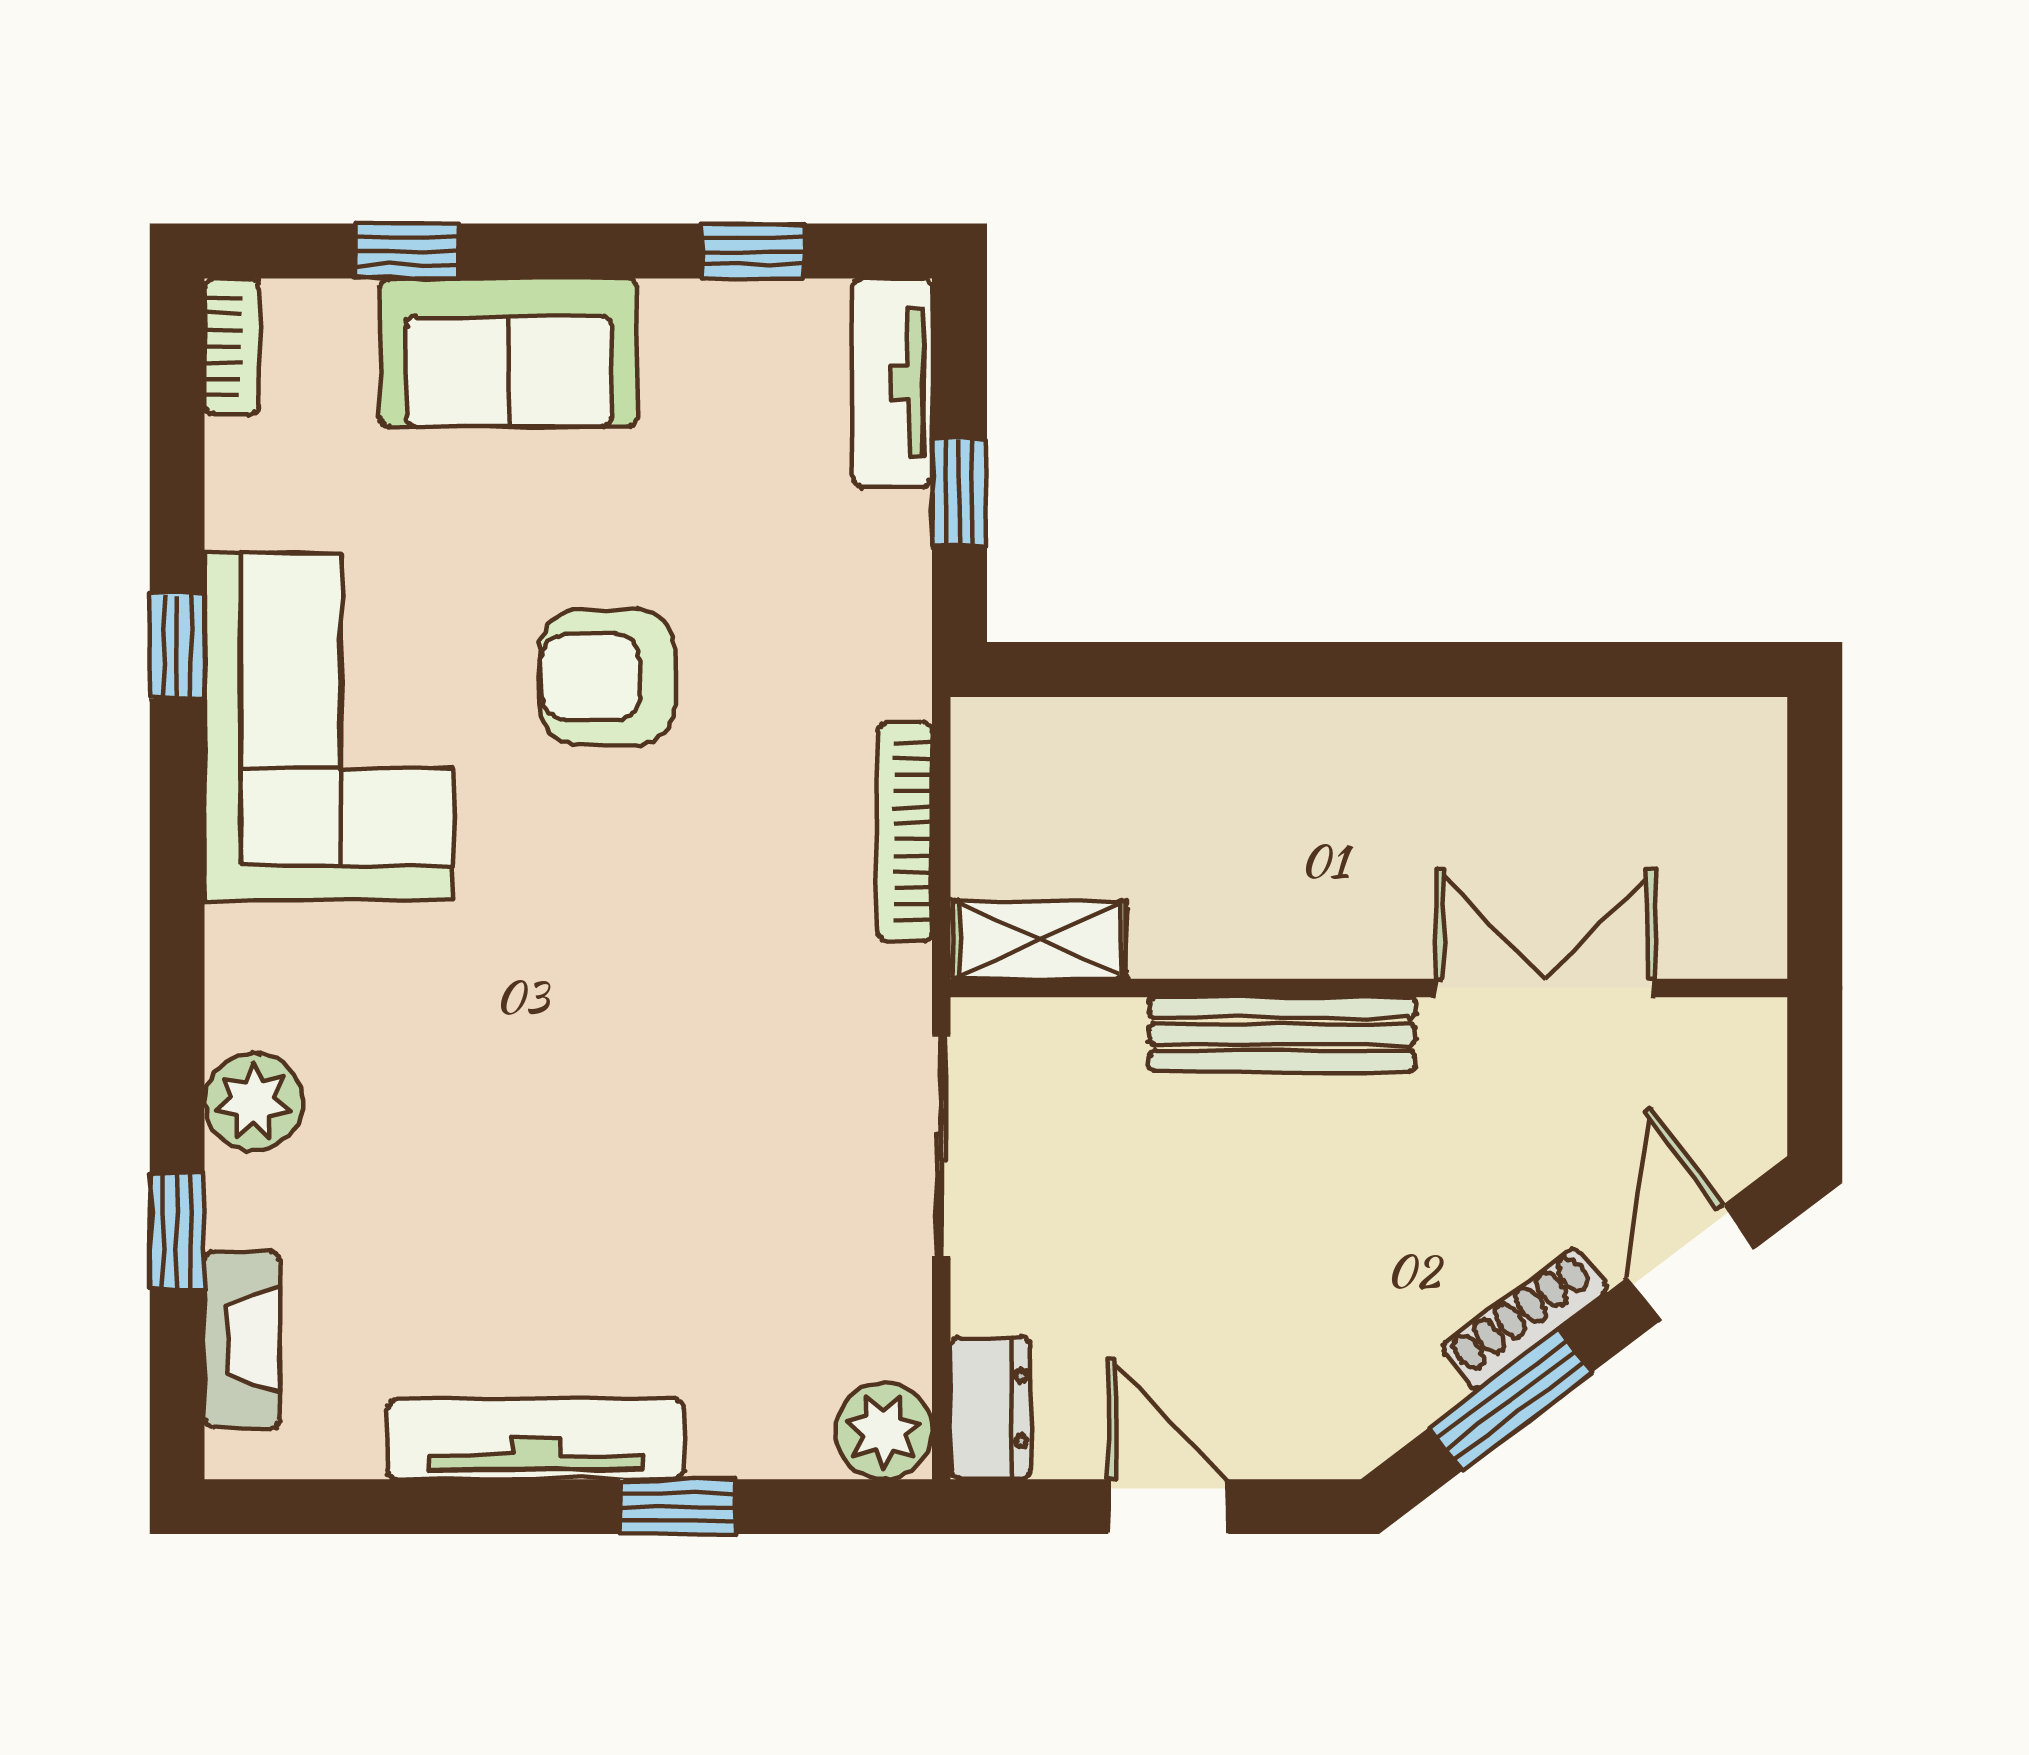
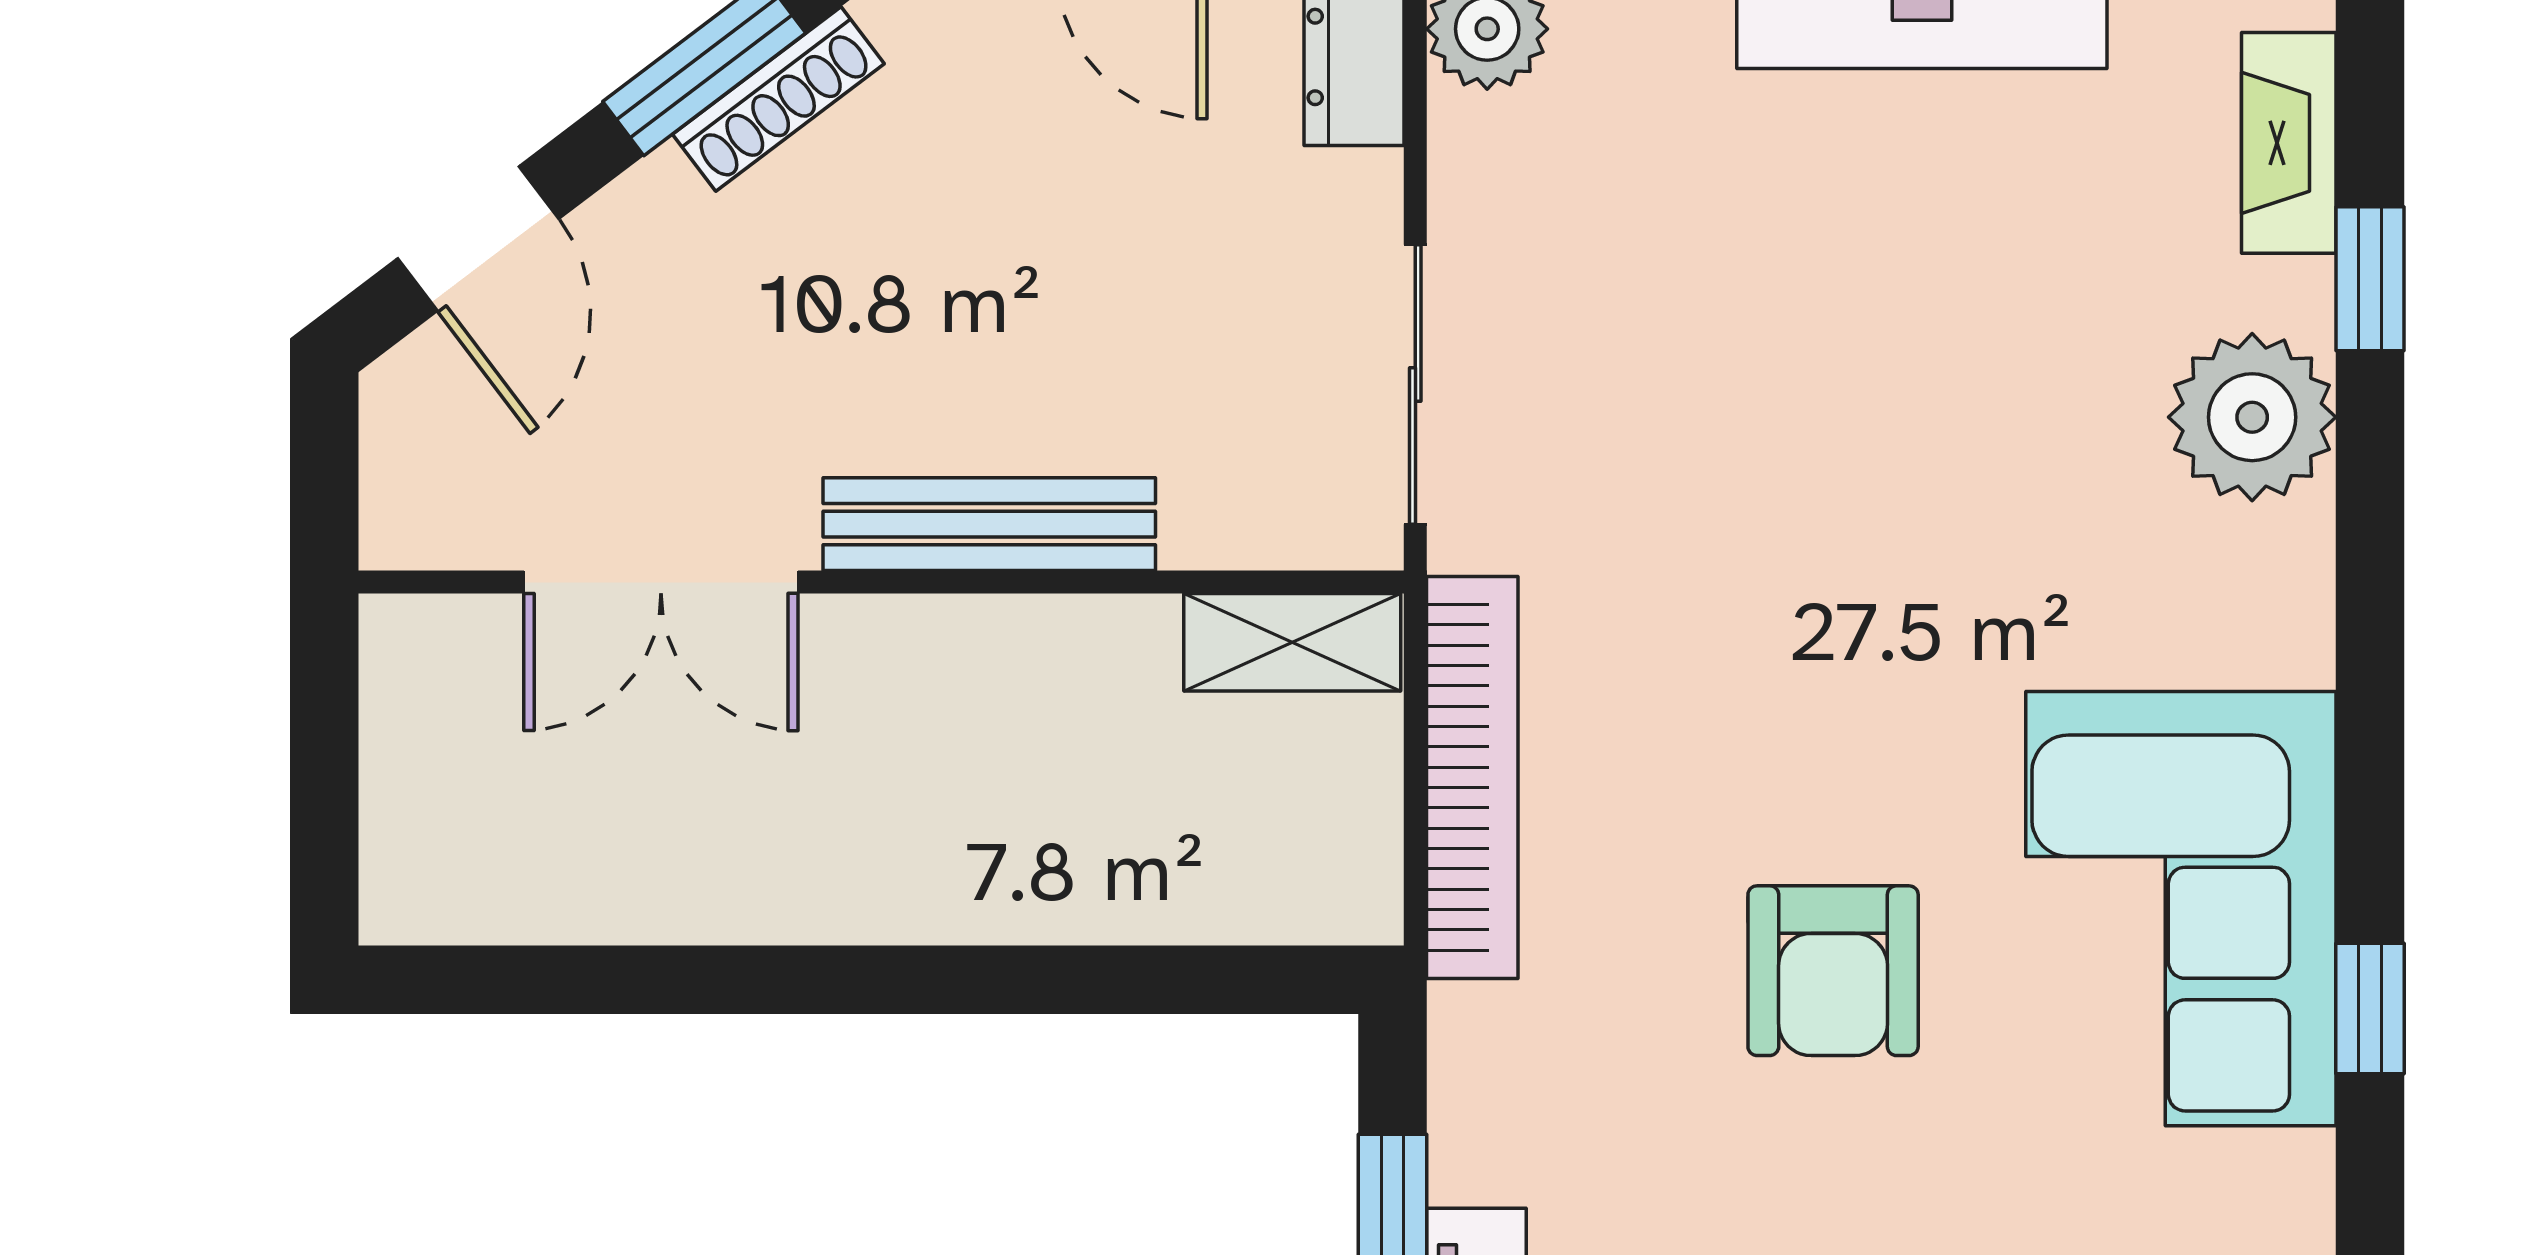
armchair: (607, 677) -> (1833, 971), turned 90
bookcase: (904, 832) -> (1472, 777), width x1.48, depth x1.31
plant: (254, 1102) -> (2252, 417), width x1.36, depth x1.36
shoe rack: (1525, 1319) -> (778, 99), moved

